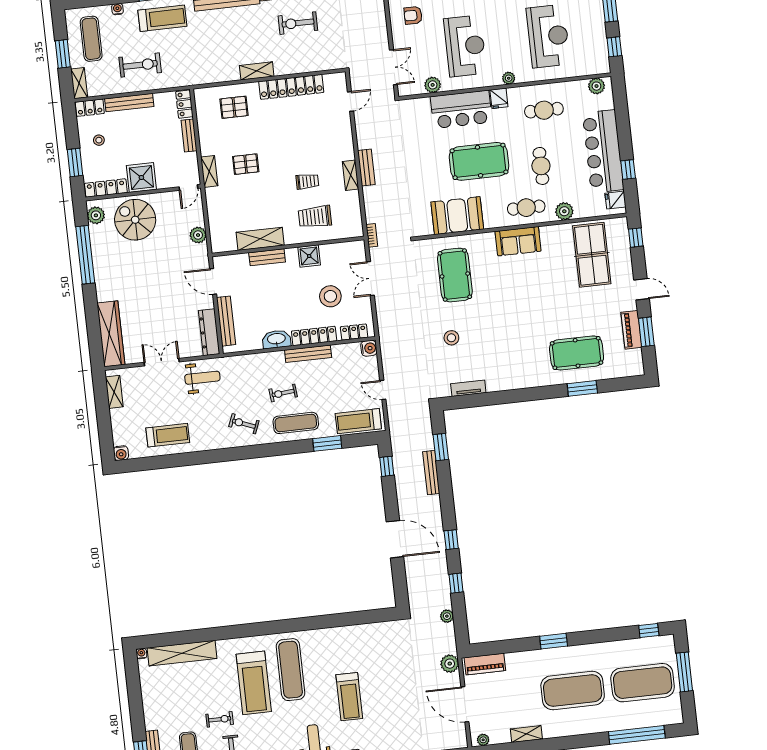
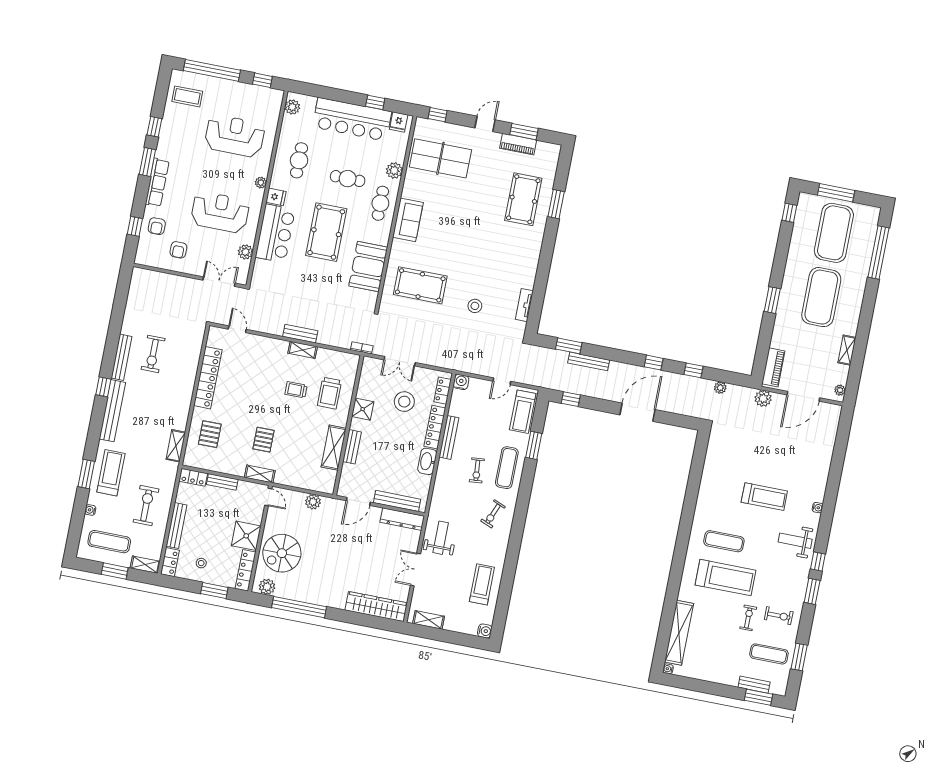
shelving: (257, 71) -> (176, 446), moved
trolley: (307, 181) -> (296, 390), turned -90
exercise mat: (291, 670) -> (724, 541), width x0.73, depth x0.69

